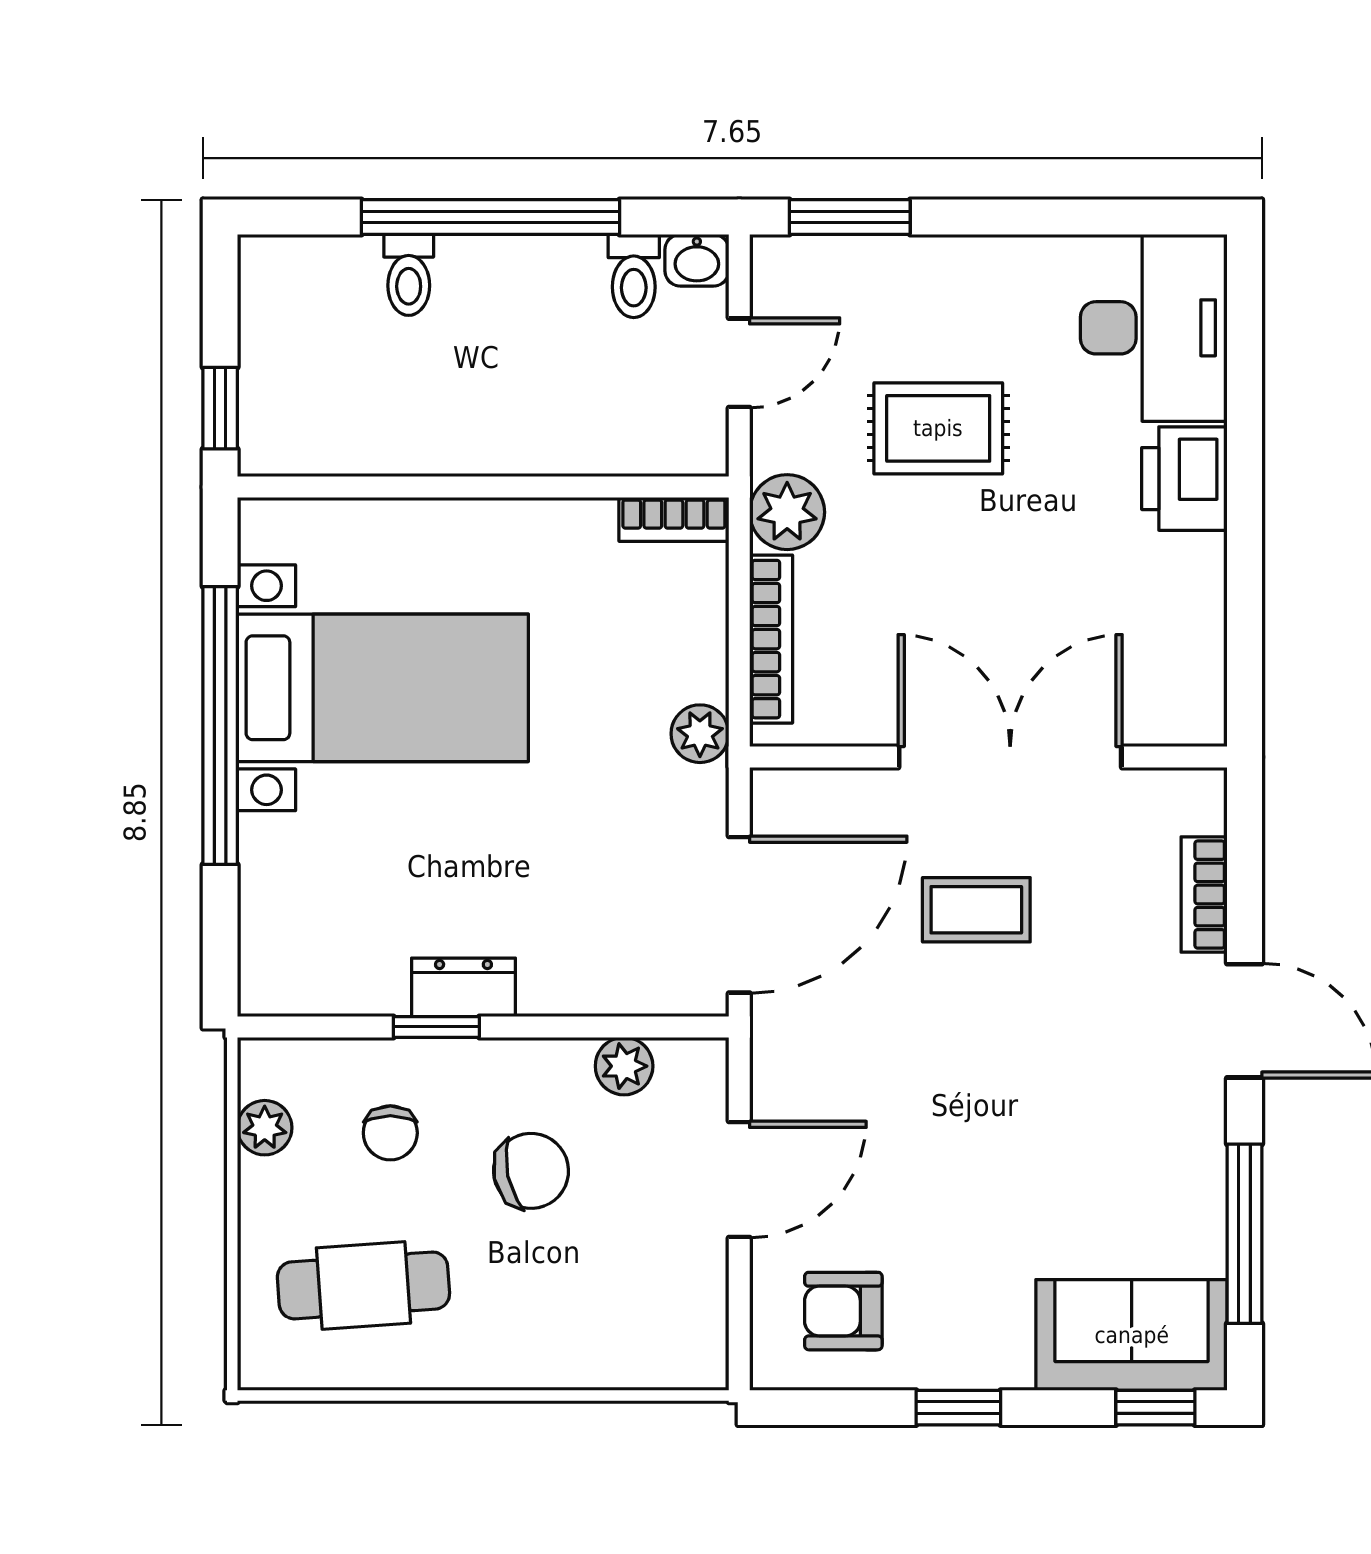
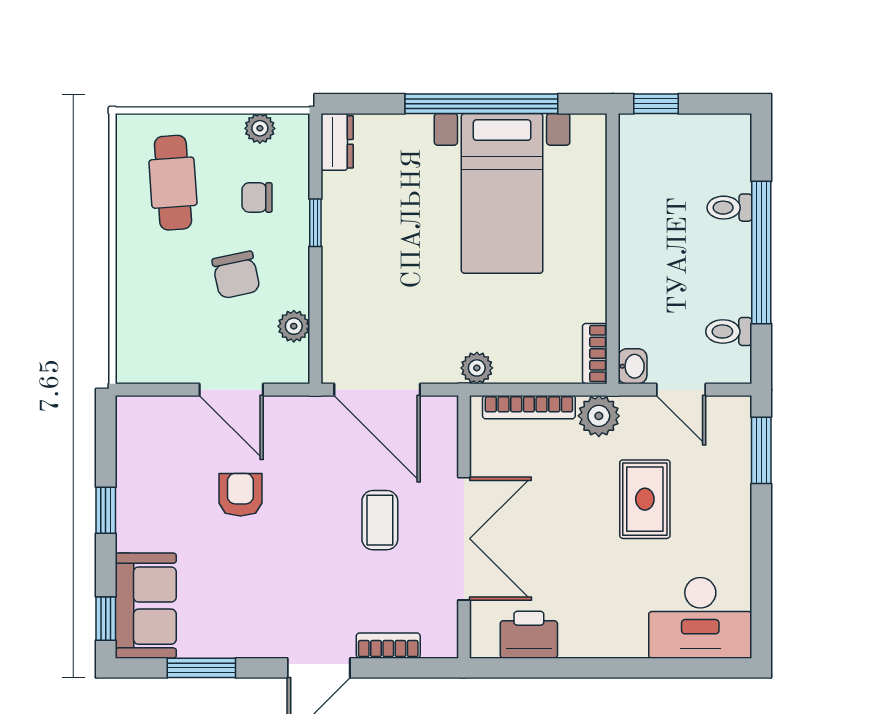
washbasin: (697, 260) -> (633, 366), moved, turned 180
printer: (1184, 479) -> (529, 635), moved
dresser: (463, 987) -> (337, 142), moved
window: (1245, 1234) -> (201, 668), width x0.69
armchair: (843, 1311) -> (240, 495), moved

